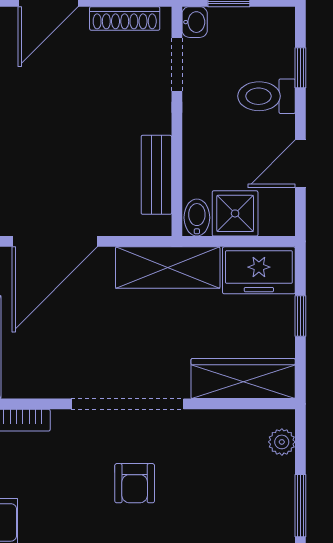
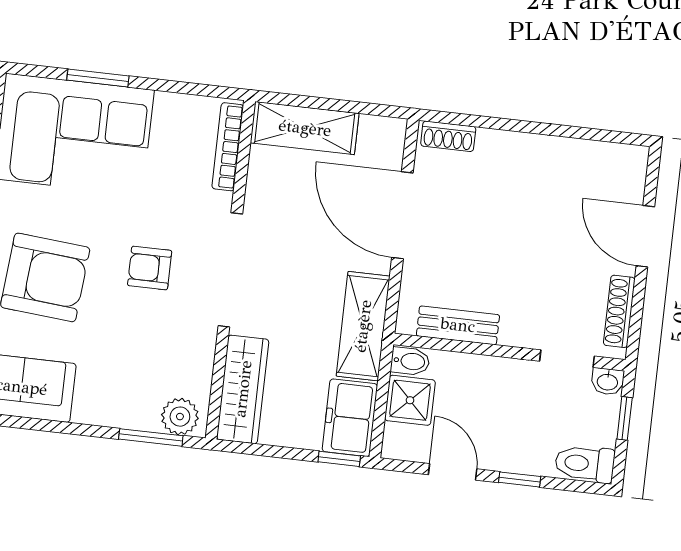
window: (300, 68) -> (520, 479), moved
toilet: (267, 96) -> (585, 464), moved, turned -90
window: (300, 316) -> (339, 459), moved
plant: (282, 442) -> (180, 417), width x1.38, depth x1.38
window: (300, 506) -> (151, 437), moved

